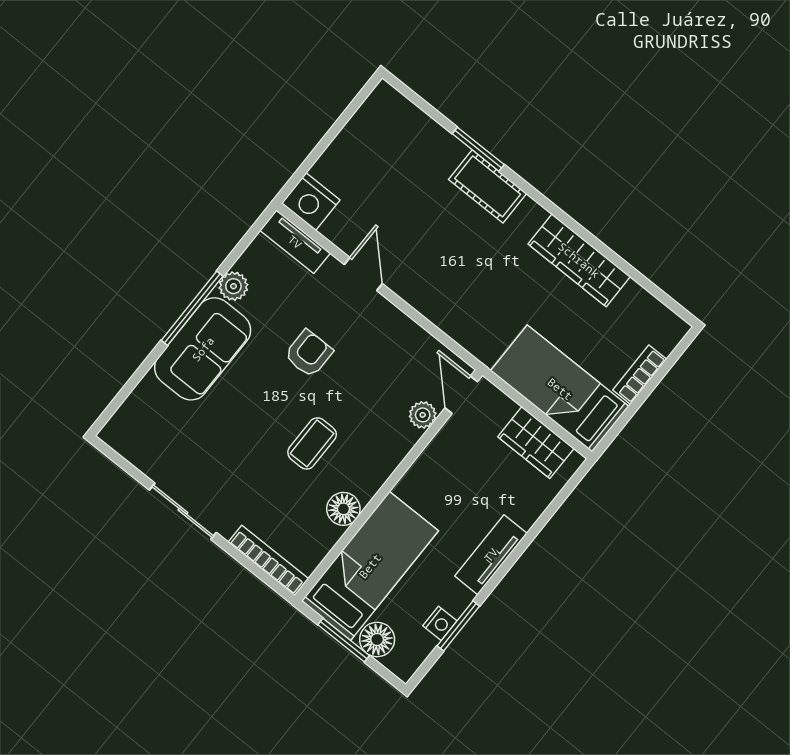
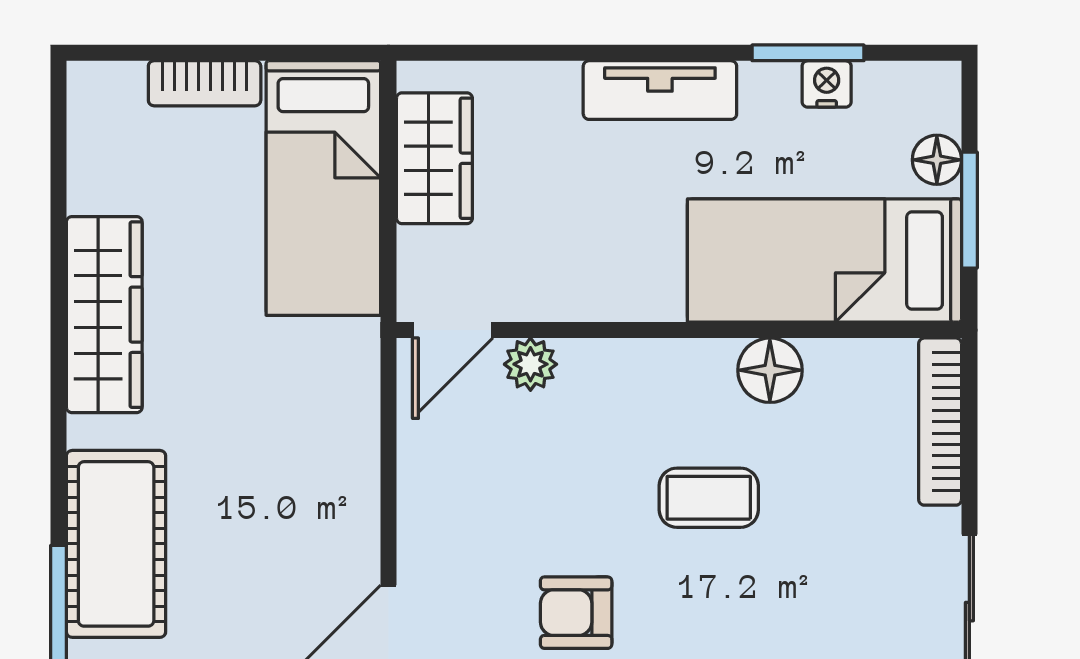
cot: (488, 186) -> (116, 544), width x1.37, depth x1.34
floor lamp: (377, 640) -> (937, 160), width x0.73, depth x0.73

